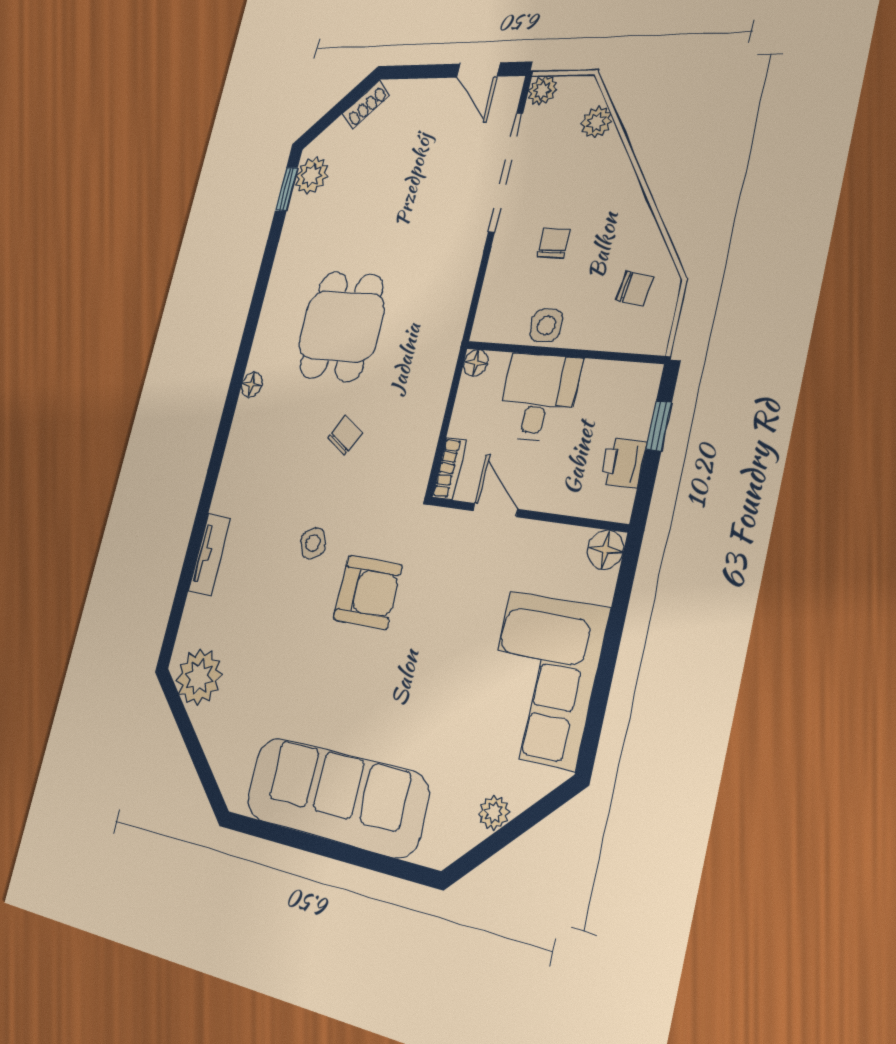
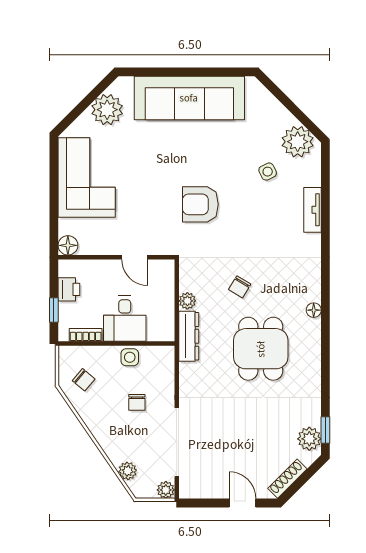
door: (478, 70) -> (243, 503), moved
shoe rack: (366, 105) -> (287, 479), width x1.43
chair: (635, 289) -> (84, 380), turned -149
dresser: (443, 356) -> (189, 336), added
floor lamp: (476, 363) -> (167, 334), removed
plant: (430, 420) -> (187, 301), added
bookcase: (449, 468) -> (86, 335), moved, turned 90
side table: (313, 543) -> (268, 172), moved
plant: (494, 813) -> (107, 110), width x1.88, depth x1.88

